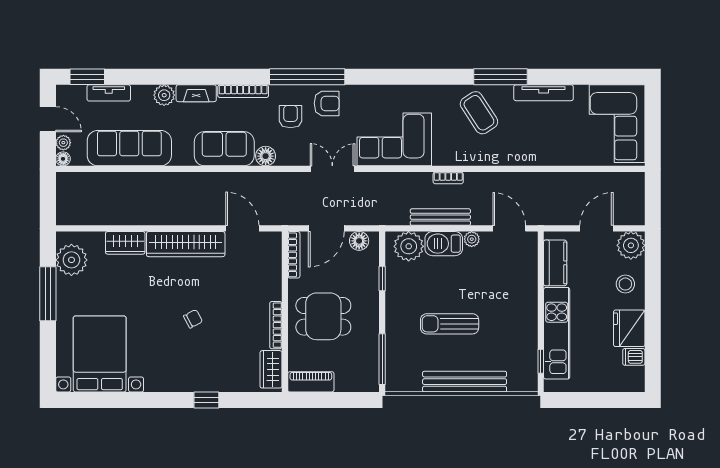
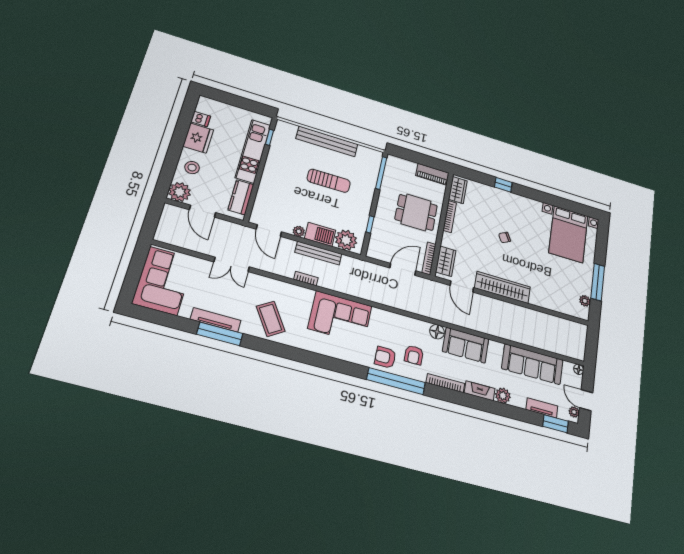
window: (501, 77) -> (220, 334), moved
plant: (63, 143) -> (574, 412), moved
double door: (332, 169) -> (232, 264), moved
door: (597, 228) -> (203, 211), hinge flipped
floor lamp: (359, 241) -> (381, 254), removed
wardrobe: (125, 243) -> (446, 261), moved, turned 90
plant: (71, 260) -> (585, 301), width x0.53, depth x0.53

